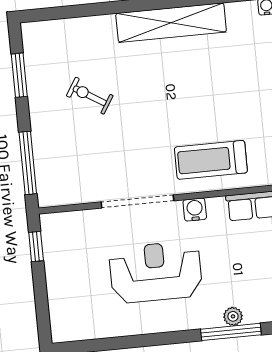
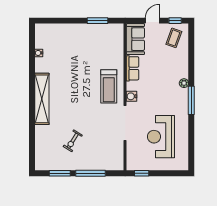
window: (28, 163) -> (91, 173), moved
reception desk: (156, 272) -> (161, 137), moved
window: (231, 332) -> (191, 100), moved

